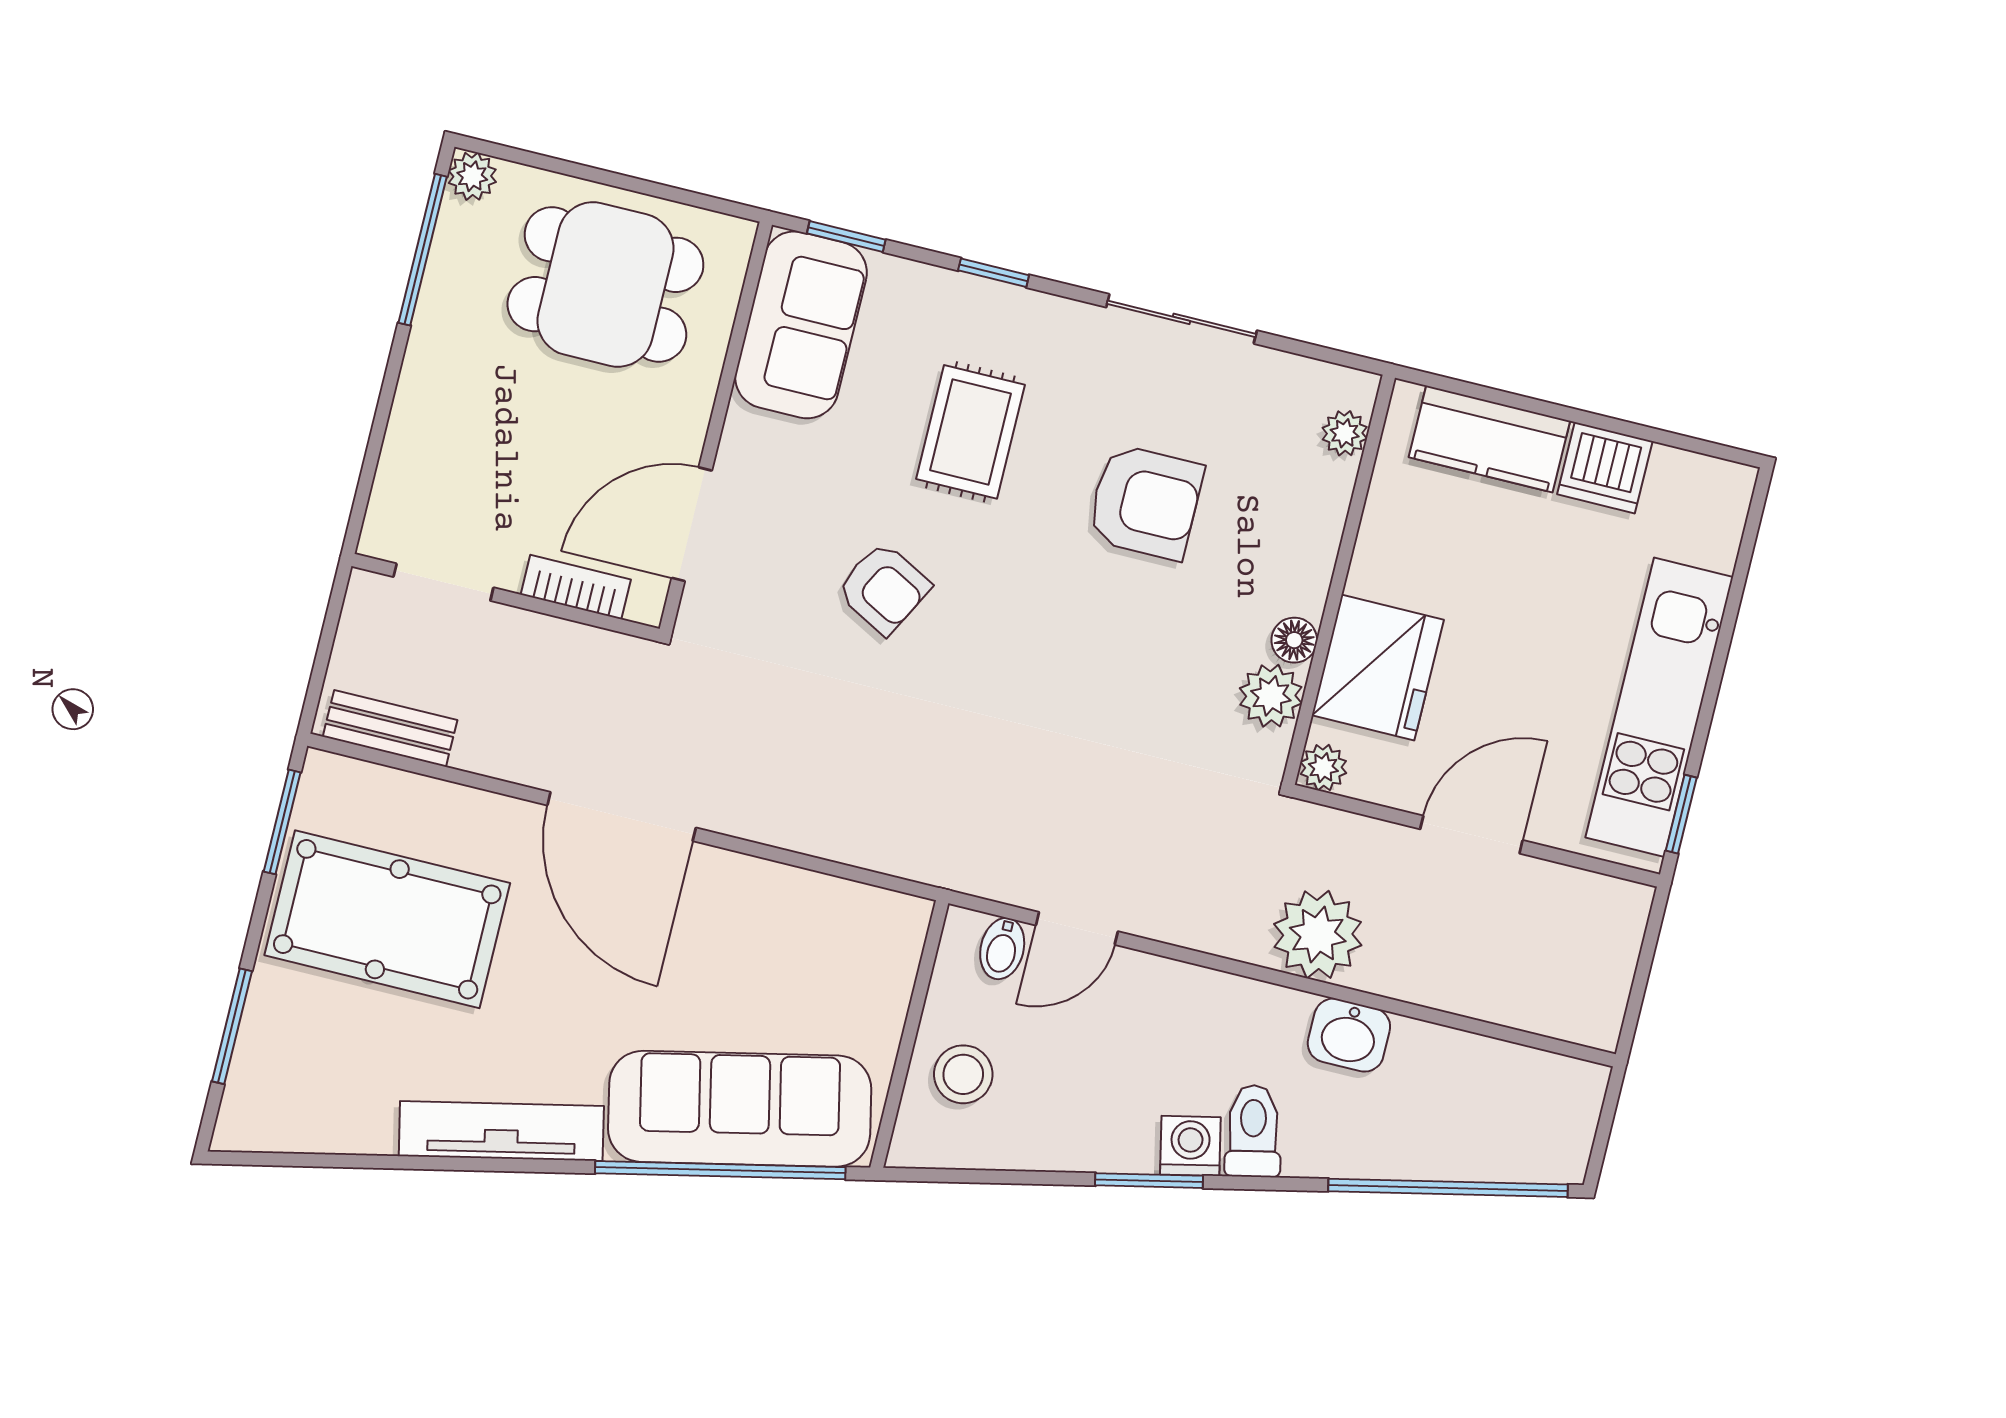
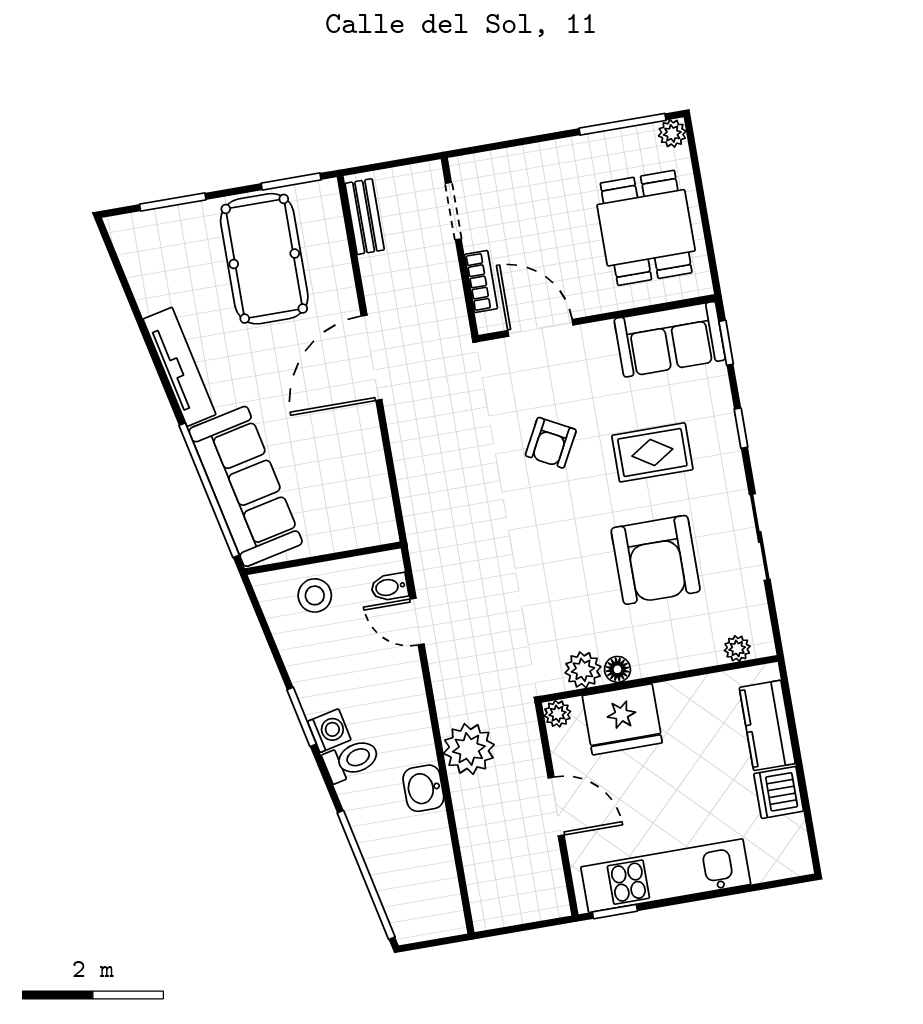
armchair: (1145, 502) -> (656, 560), width x1.36, depth x1.36

